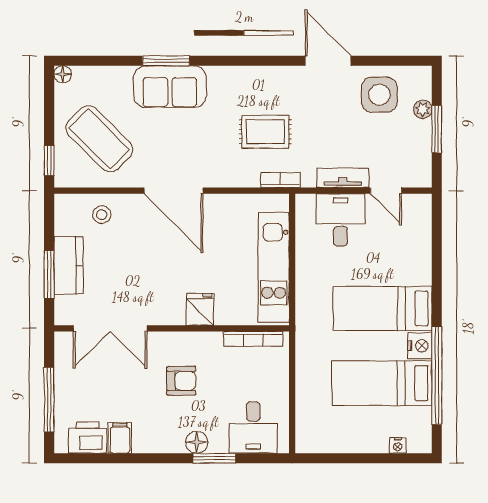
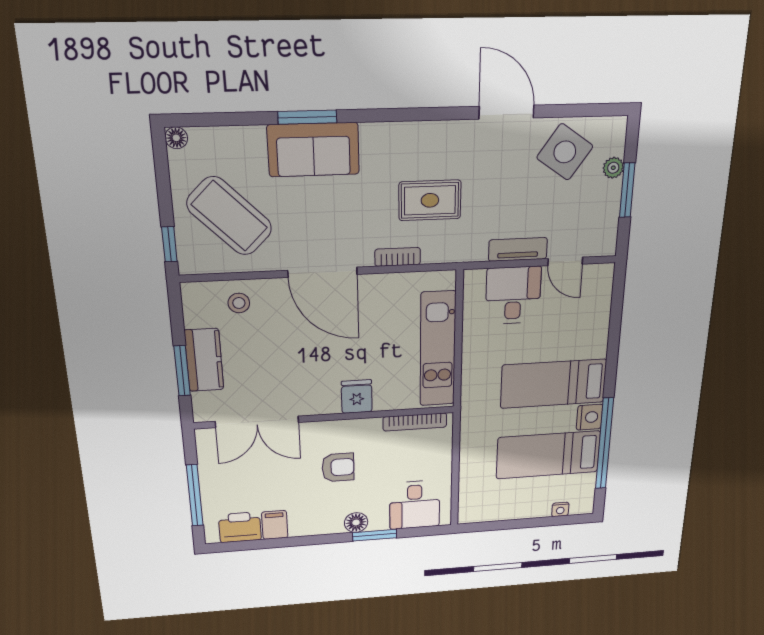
side table: (379, 95) -> (565, 152), turned 35
bookcase: (280, 180) -> (398, 257), moved

